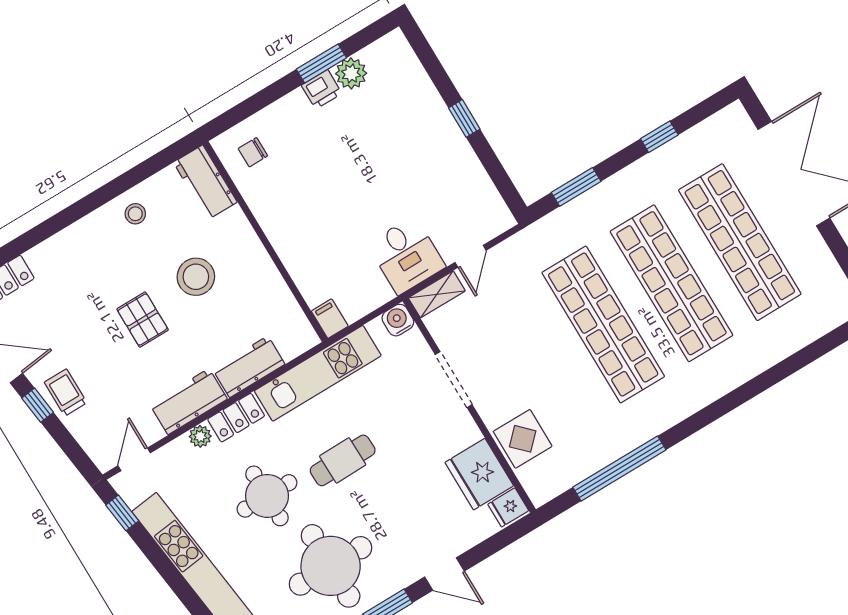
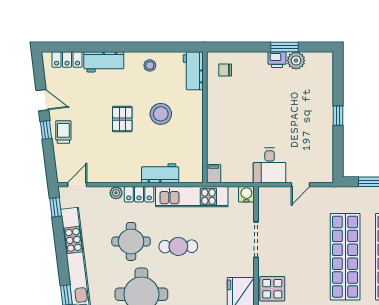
shelving: (437, 294) -> (273, 193), removed
workbench: (188, 402) -> (104, 62), moved, turned 180

